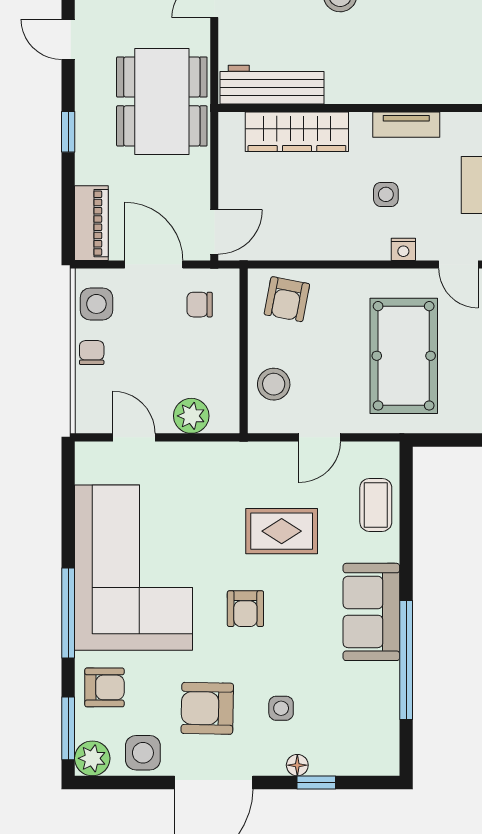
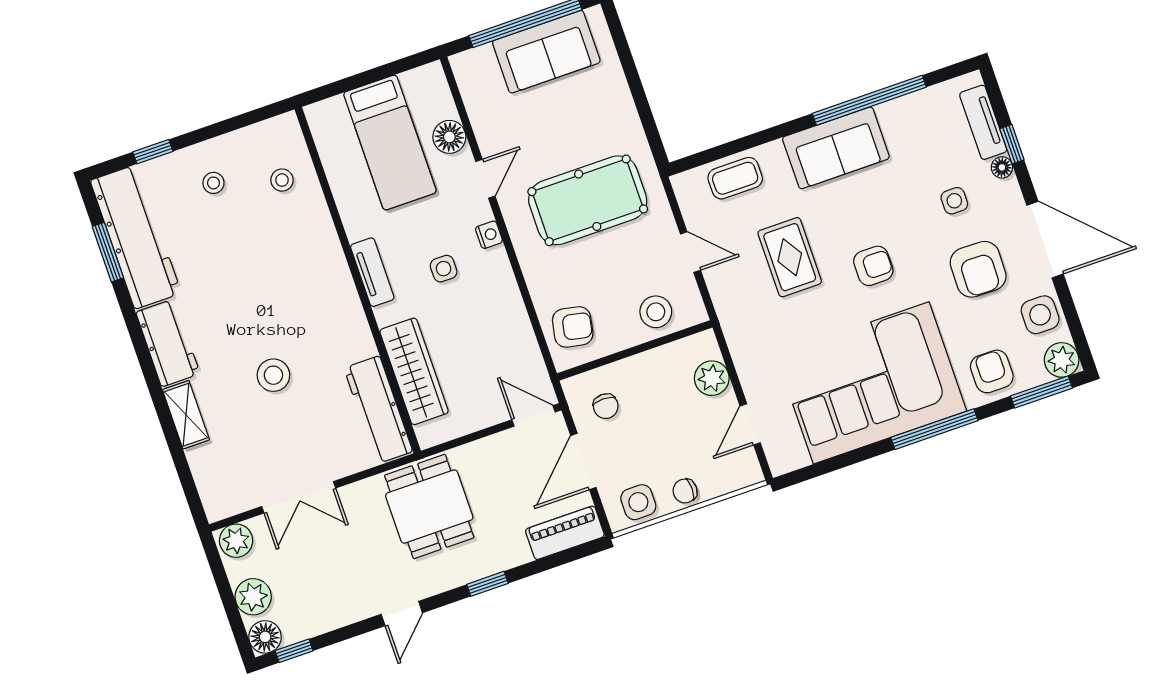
dining table: (162, 101) -> (429, 507), width x0.73
tv unit: (347, 762) -> (983, 122), added

